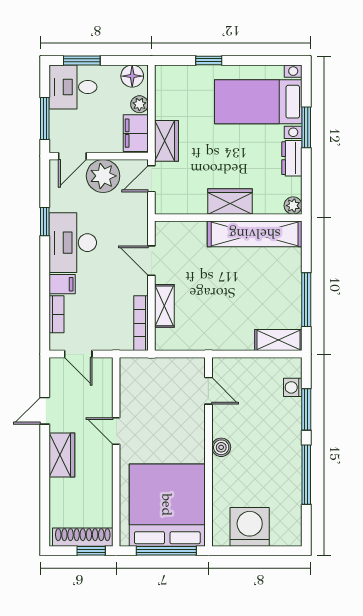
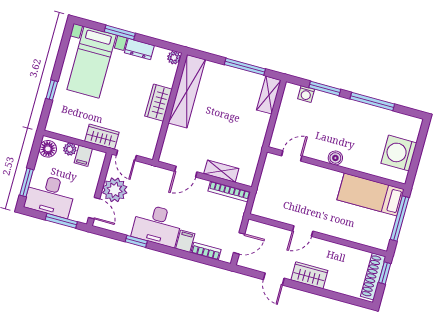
desk: (73, 87) -> (50, 196), width x1.37
filing cabinet: (136, 133) -> (83, 156), width x0.50
bed: (167, 505) -> (371, 195), width x0.49

